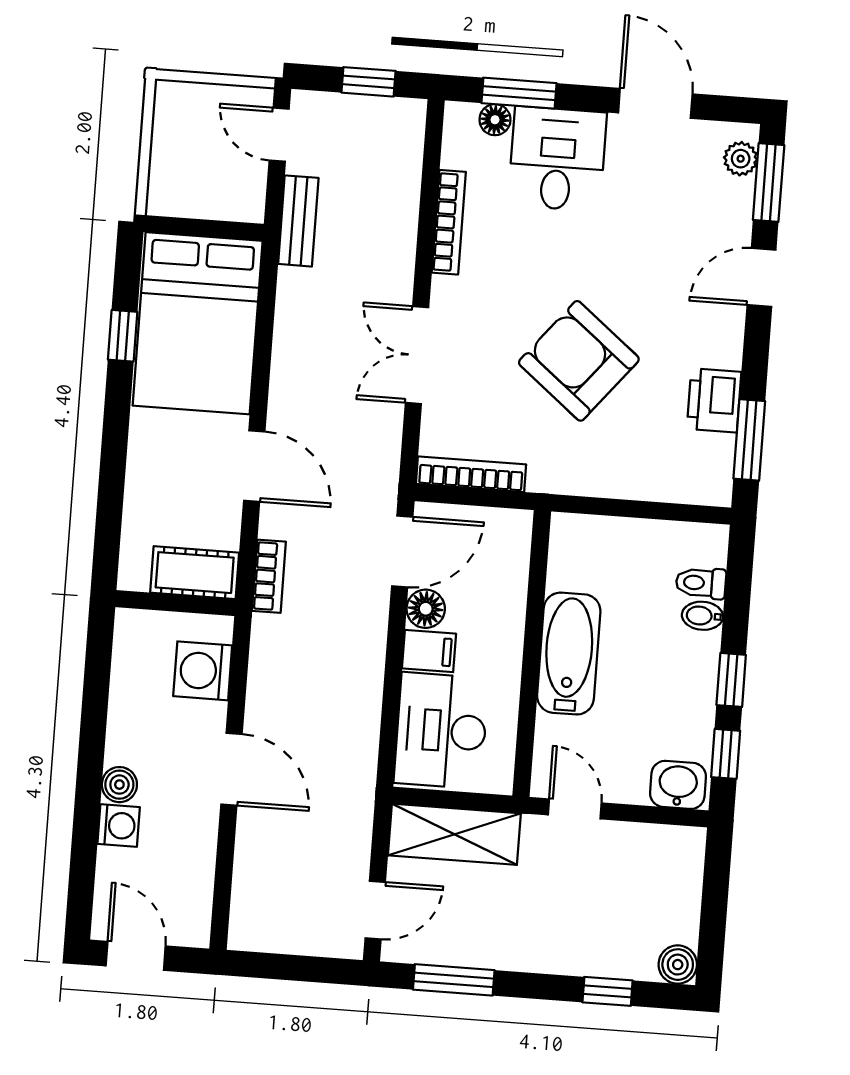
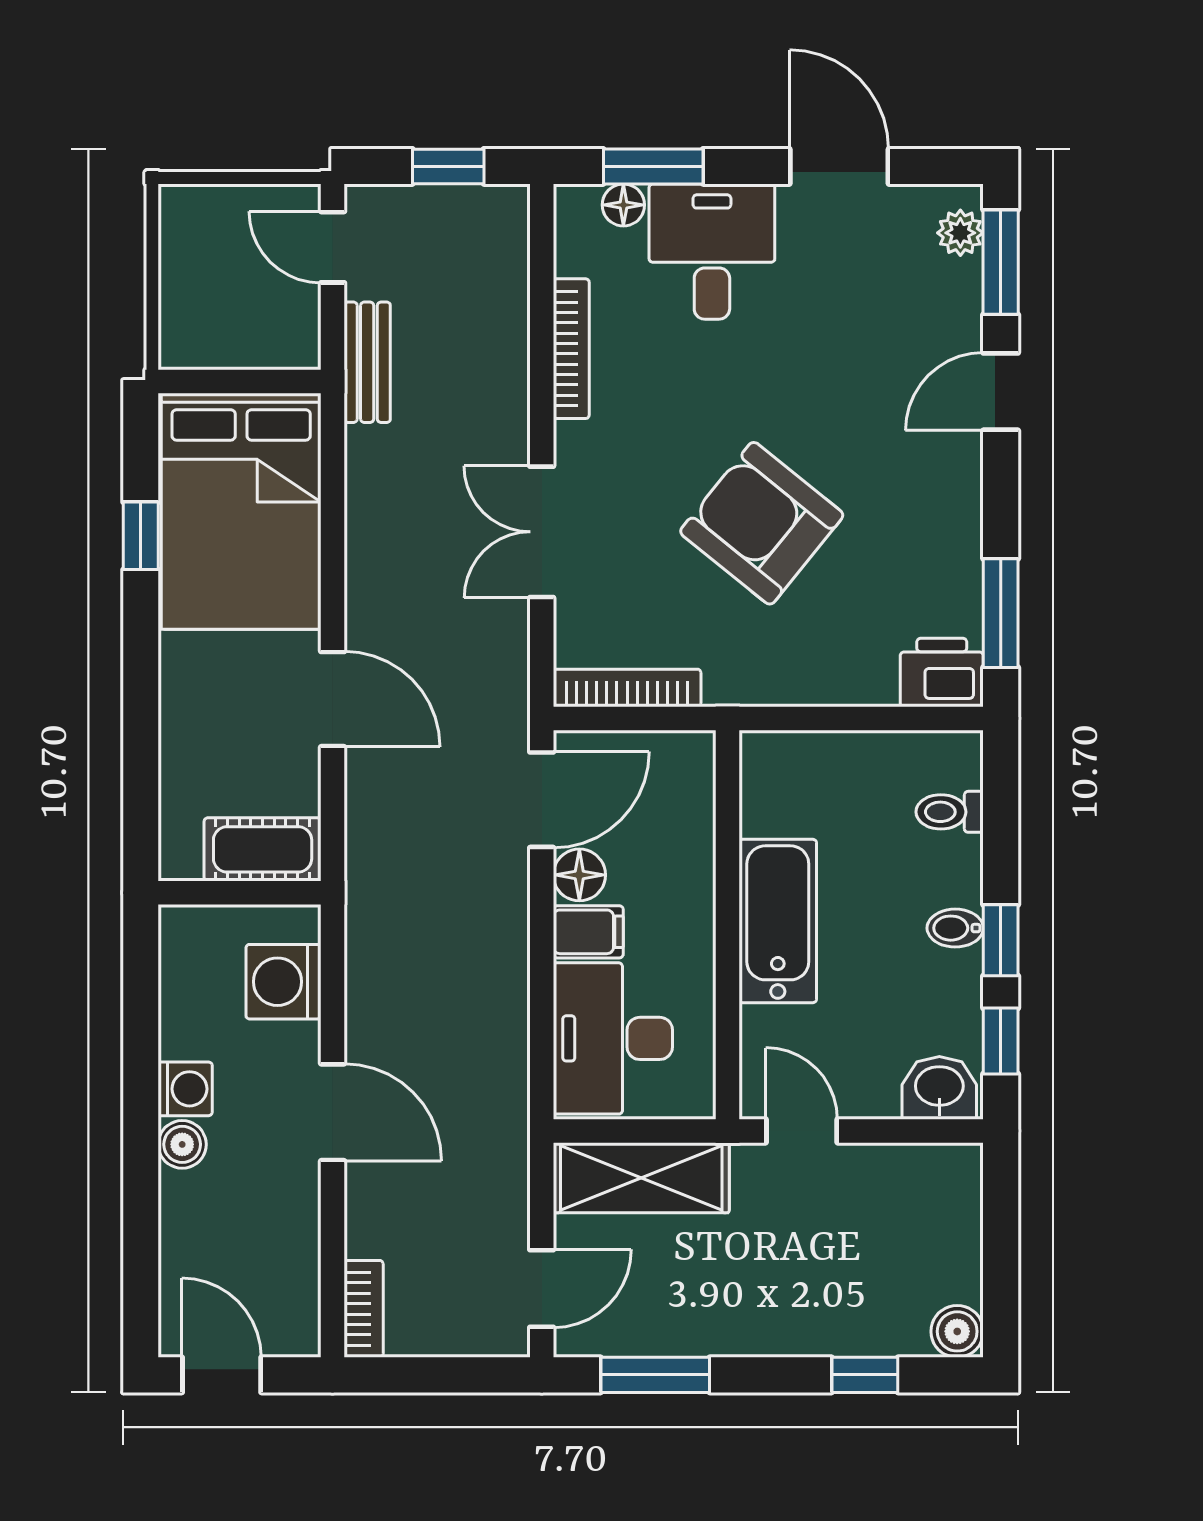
printer: (714, 400) -> (942, 672), moved, turned 90
bookcase: (269, 576) -> (364, 1309), moved
bidet: (702, 616) -> (955, 928), moved
washing machine: (119, 826) -> (185, 1089), moved

